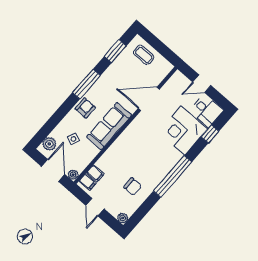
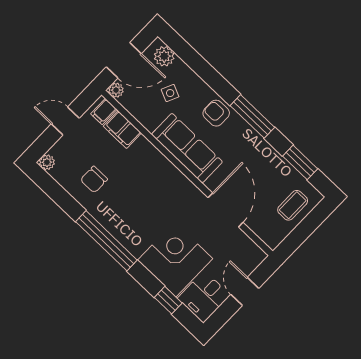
armchair: (85, 108) -> (216, 113), turned 180
filing cabinet: (95, 173) -> (122, 130), width x2.00

